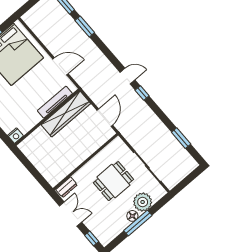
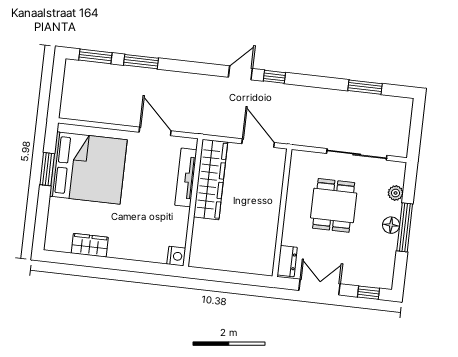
door: (61, 66) -> (155, 131), hinge flipped
plant: (143, 202) -> (396, 193), width x0.53, depth x0.53

